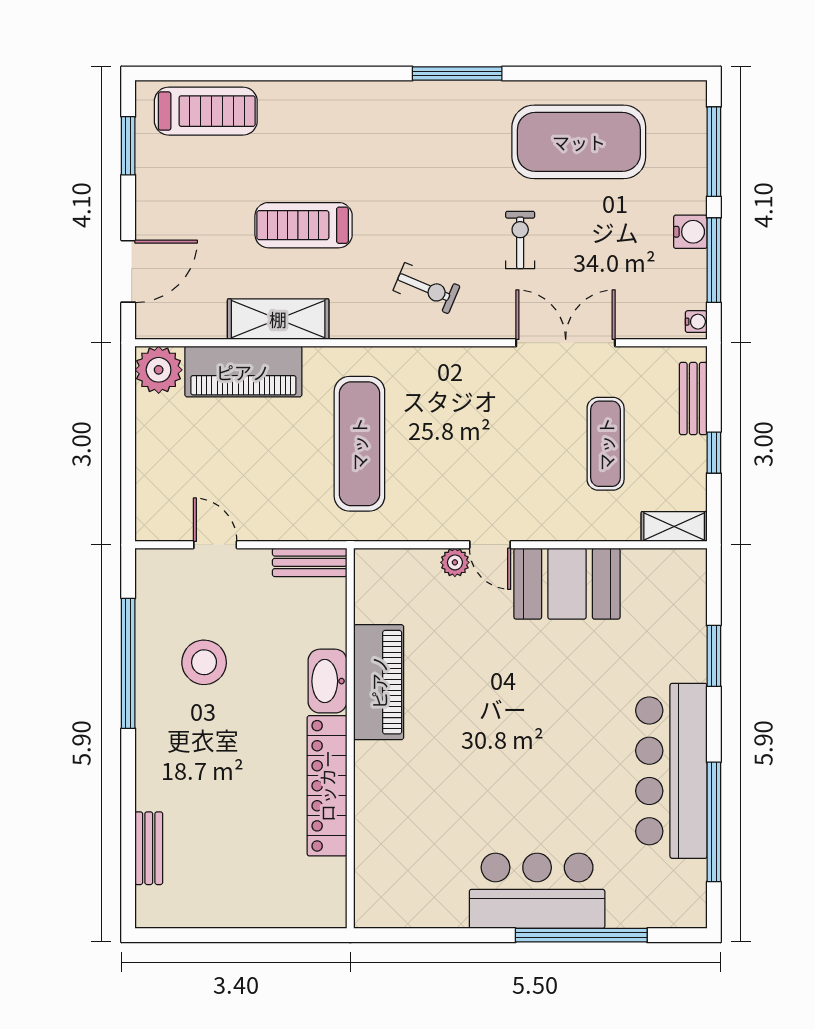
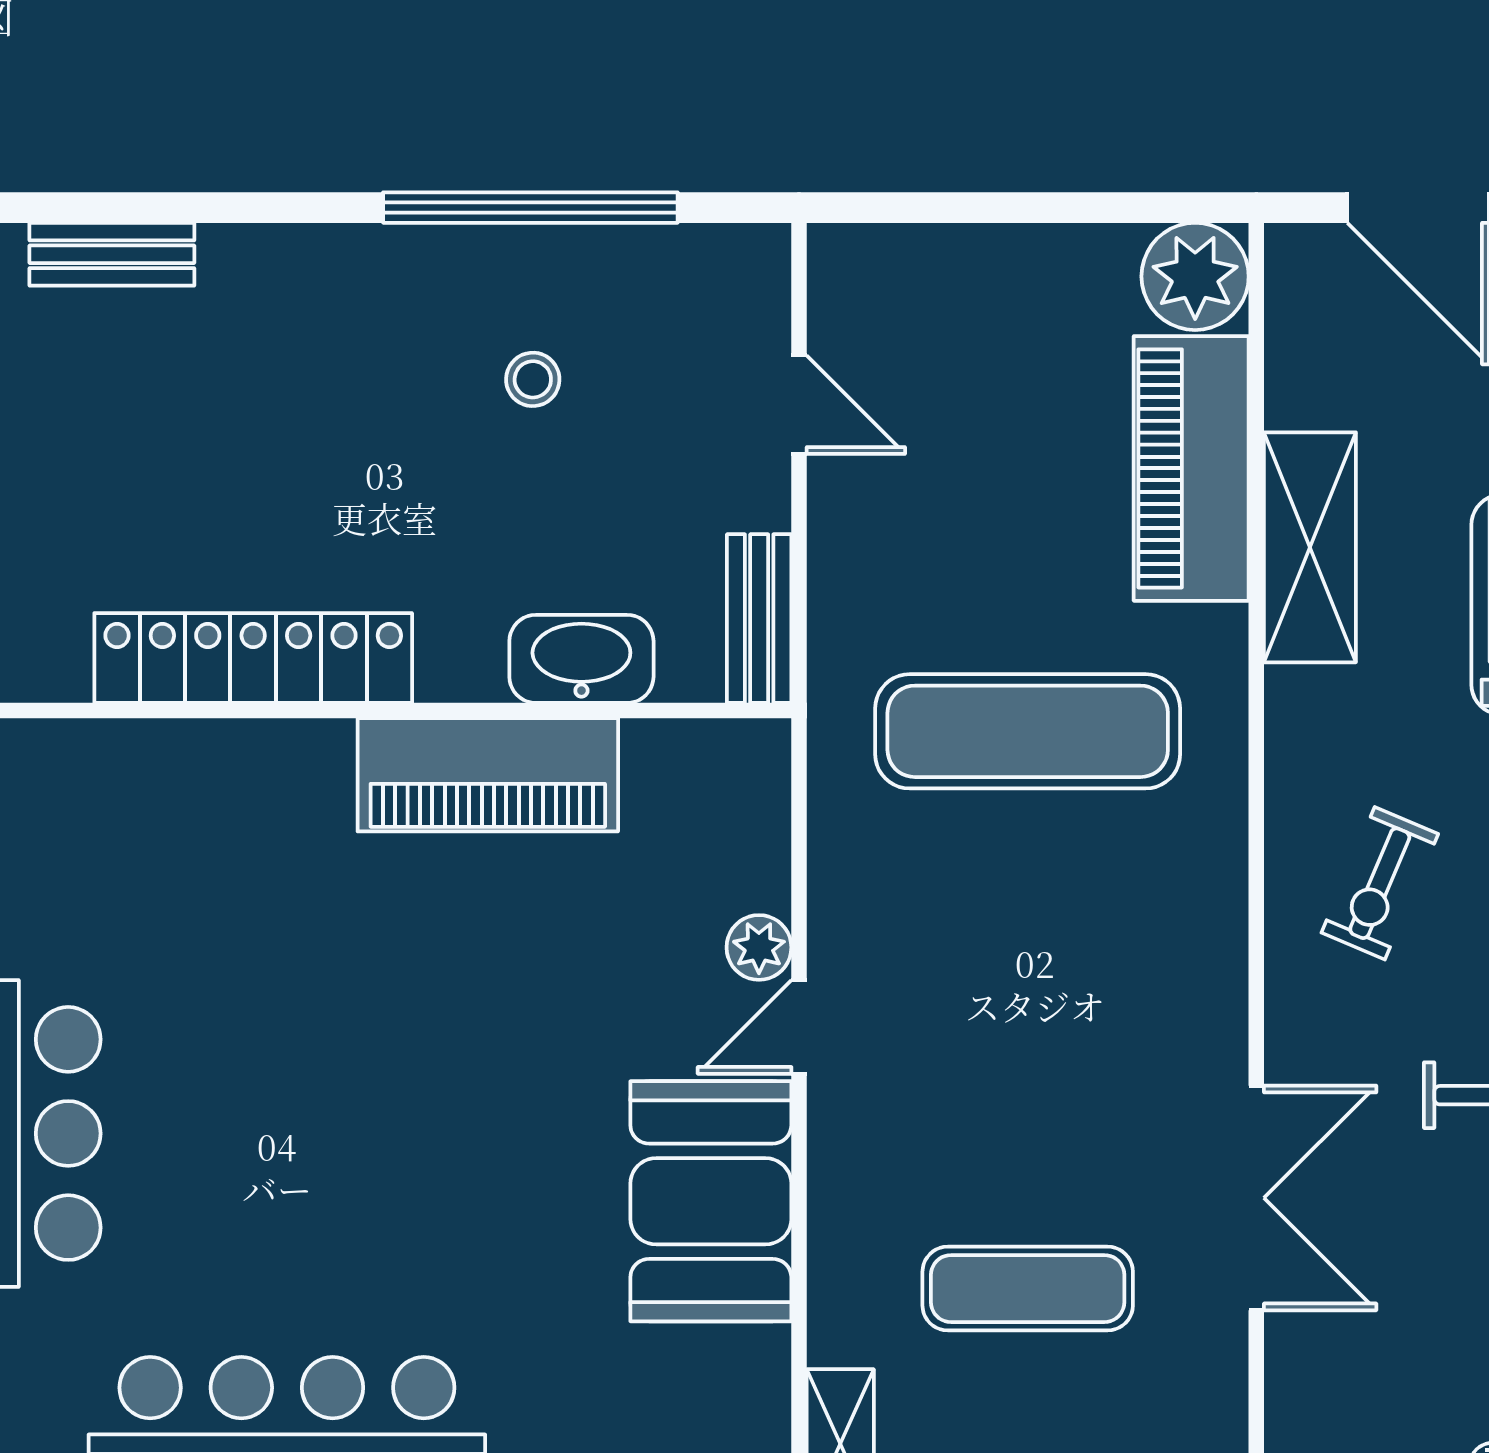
door: (215, 545) -> (799, 405), hinge flipped
stool: (204, 662) -> (533, 379), width x0.53, depth x0.53
washbasin: (327, 681) -> (581, 659), moved

